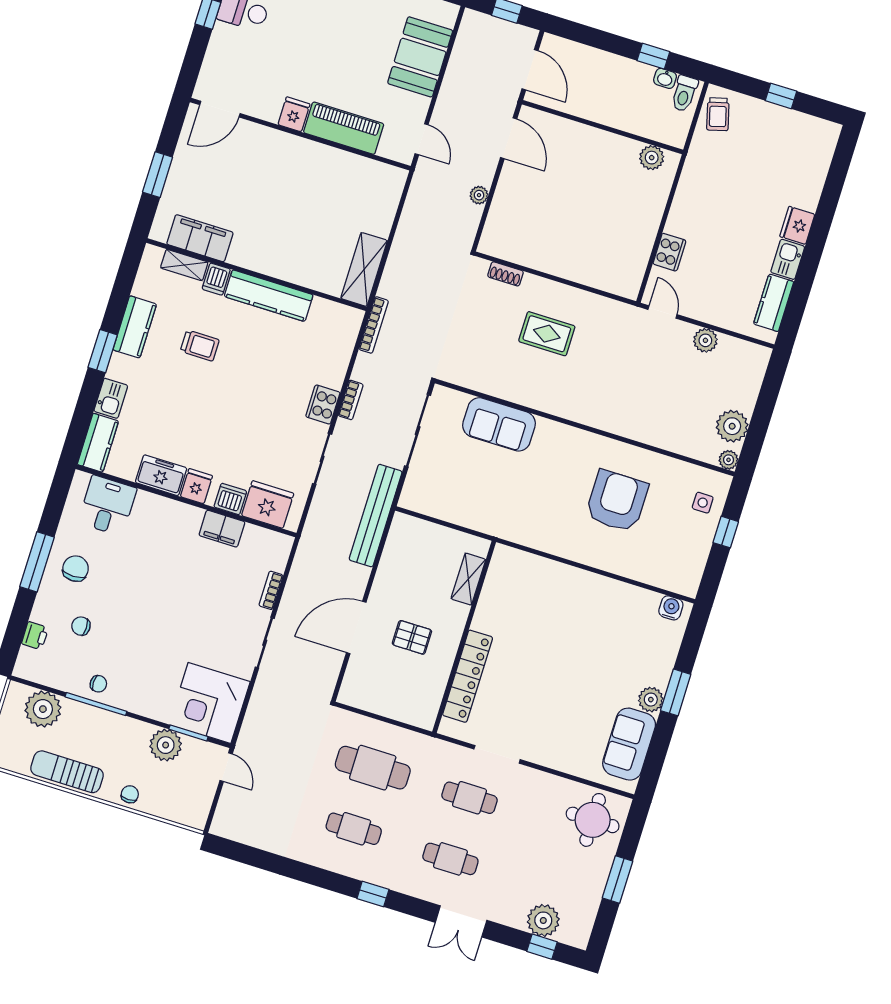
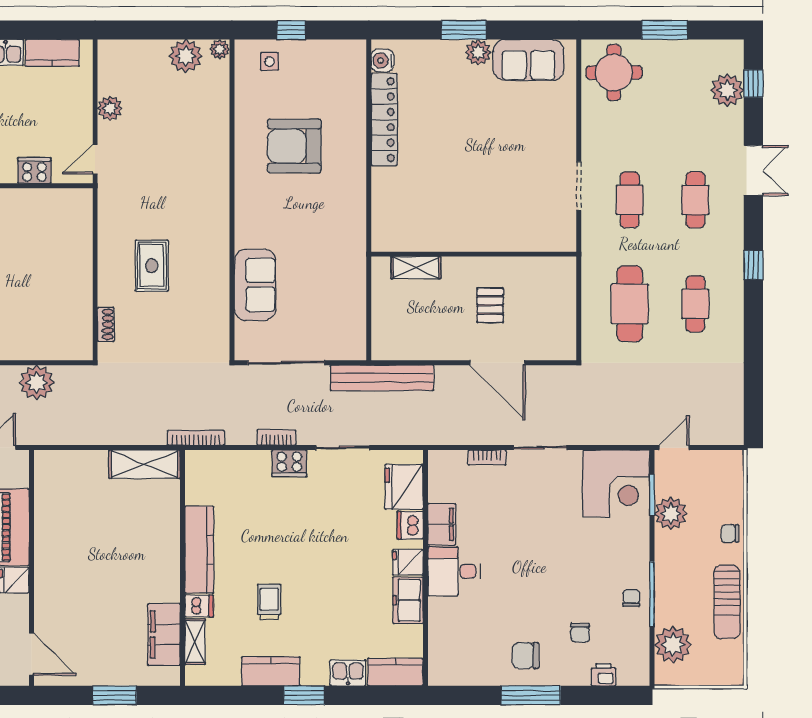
plant: (479, 195) -> (37, 382), width x1.88, depth x1.88
desk: (107, 506) -> (454, 571), moved
locker: (468, 676) -> (384, 120), moved, turned 90

